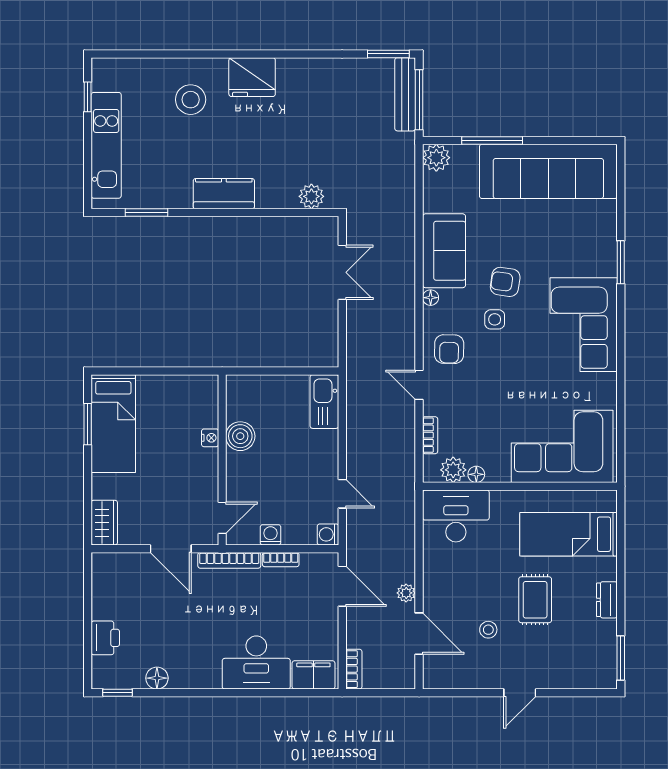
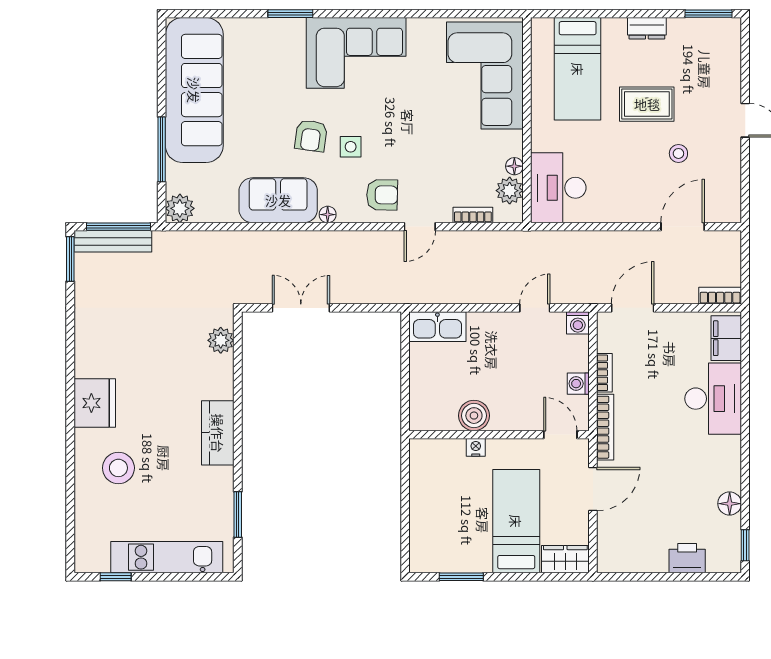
bed: (113, 424) -> (516, 521), moved, turned -90
plant: (406, 593) -> (640, 240), removed

